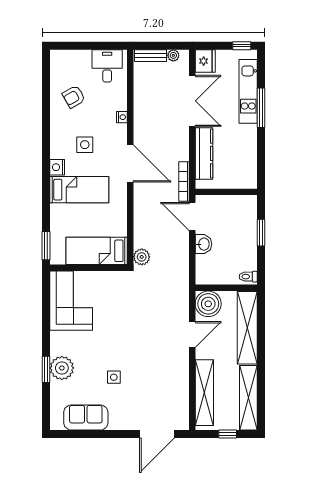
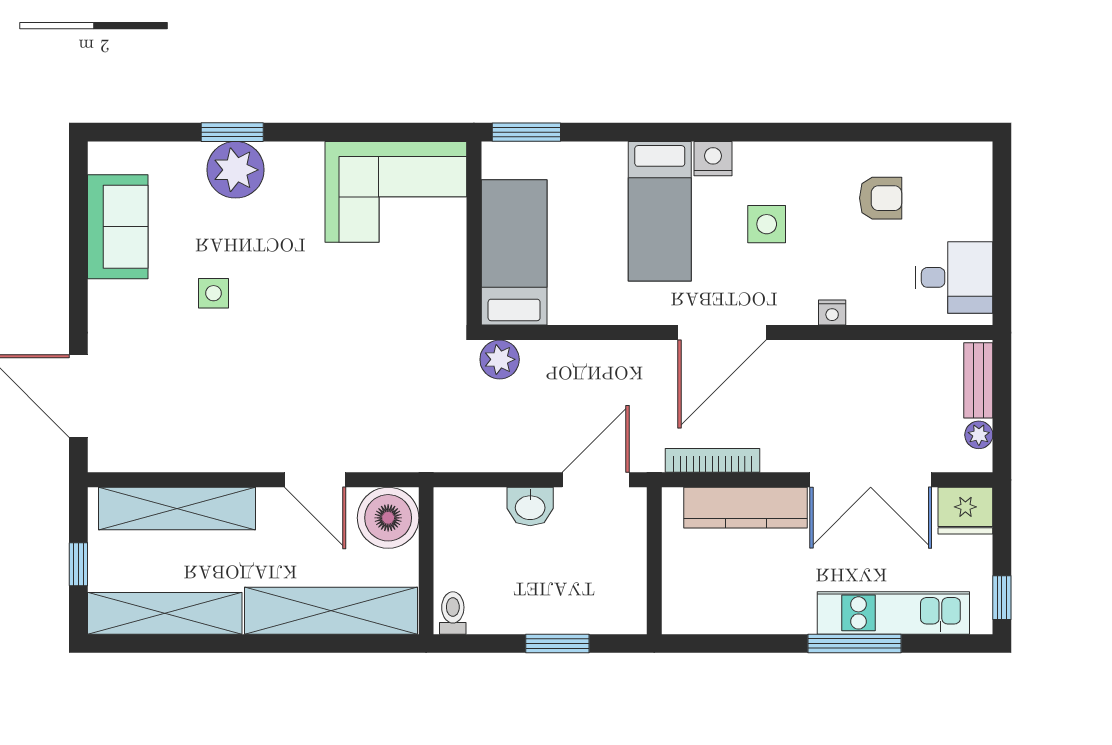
armchair: (74, 97) -> (881, 198), turned 120
bookcase: (184, 182) -> (712, 460), moved

